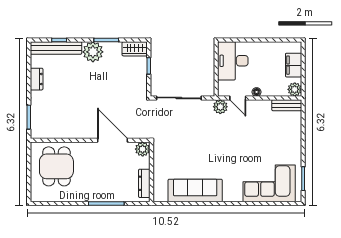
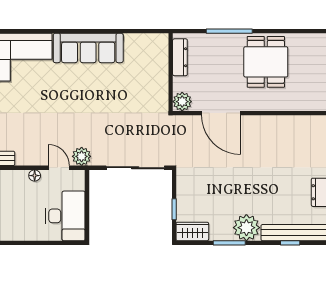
dining table: (56, 166) -> (266, 62), moved
sofa: (195, 190) -> (88, 48), moved

